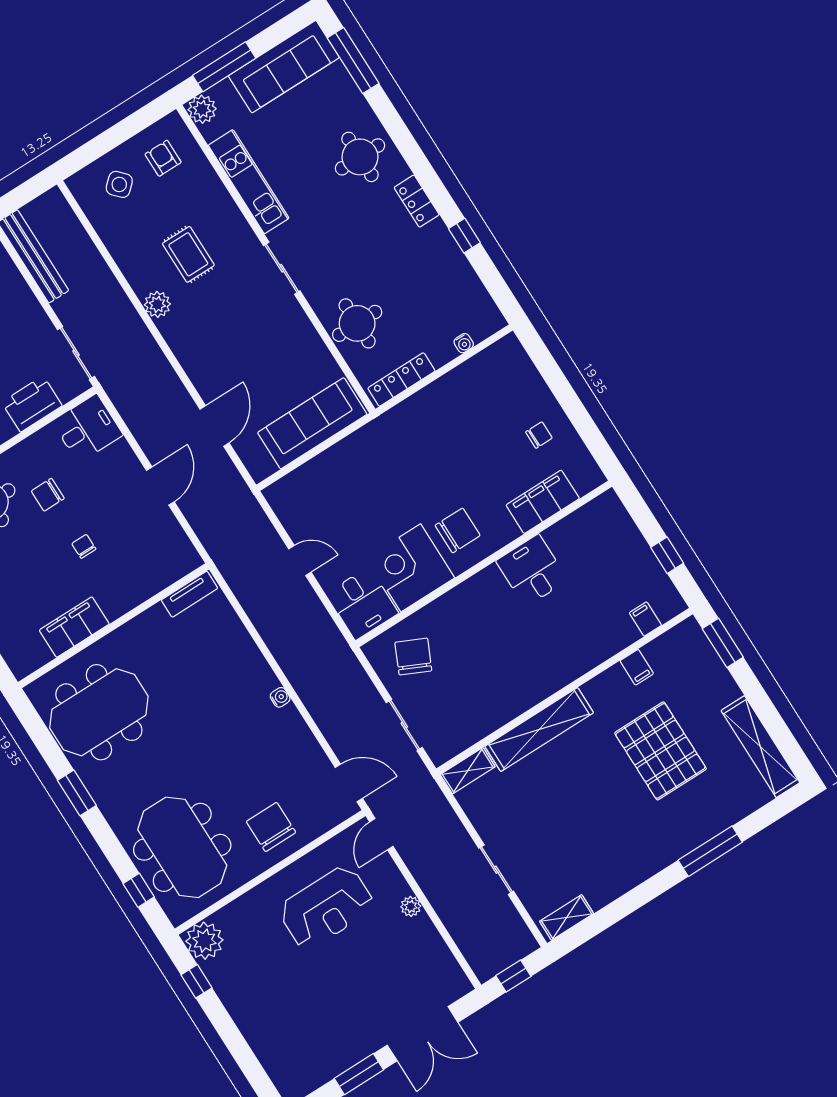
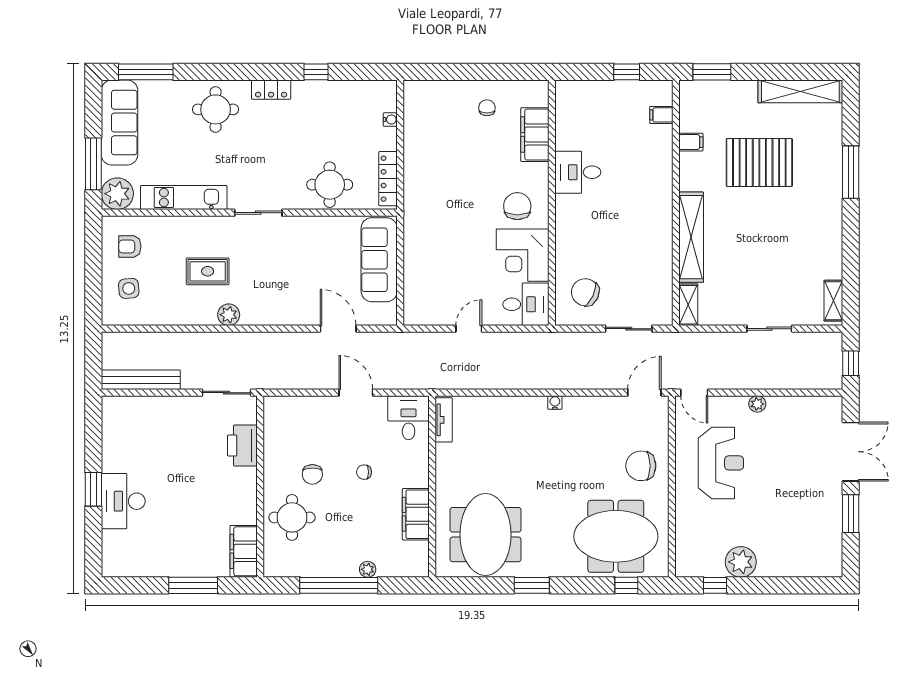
plant: (202, 109) -> (117, 194), width x1.36, depth x1.36
side table: (119, 184) -> (129, 288), turned 38
desk: (87, 428) -> (409, 418), moved
plant: (204, 941) -> (741, 562), moved

